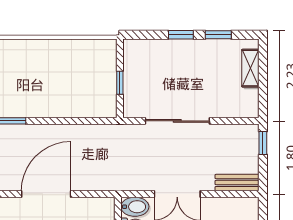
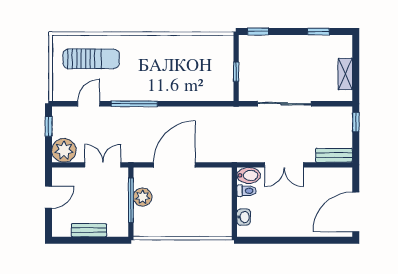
window: (181, 35) -> (258, 32), moved
shelving: (250, 68) -> (345, 74), moved

